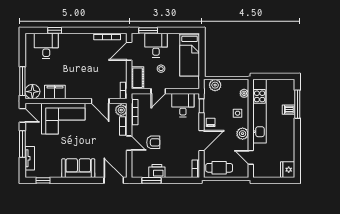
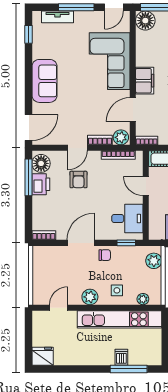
filing cabinet: (55, 92) -> (145, 81), moved
door: (201, 141) -> (81, 243), swing flipped
cafe table: (219, 168) -> (45, 266), removed
floor lamp: (141, 171) -> (41, 163), added
window: (152, 180) -> (28, 177), width x1.44

